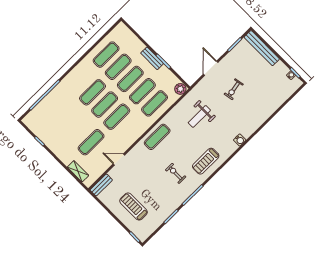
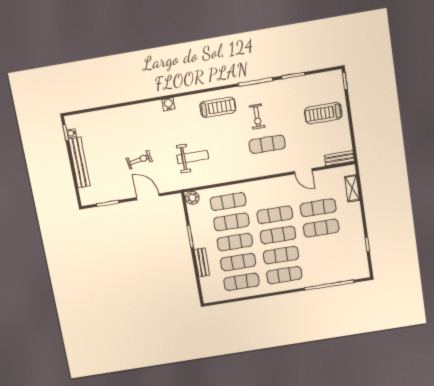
bench: (262, 48) -> (79, 163), moved
bench: (152, 58) -> (202, 262), moved
door: (211, 68) -> (148, 197), swing flipped
exercise mat: (80, 80) -> (284, 275), added
exercise mat: (79, 130) -> (321, 228), added
exercise mat: (157, 137) -> (267, 144), moved
treadmill: (134, 206) -> (323, 113), turned 90

